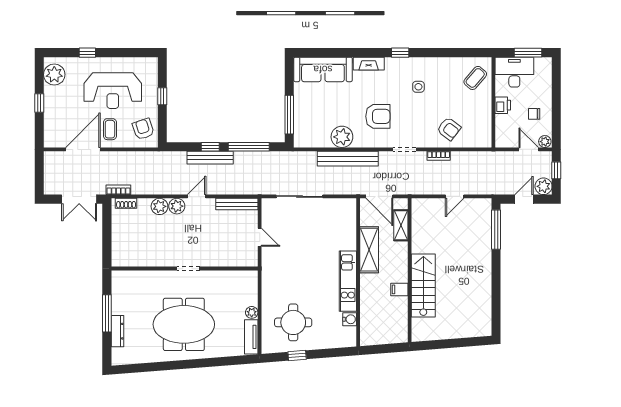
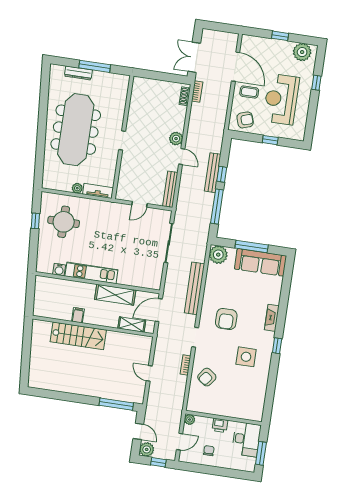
sofa: (323, 69) -> (260, 262), moved, turned -90
coffee table: (475, 78) -> (246, 406), removed
side table: (418, 87) -> (246, 357), width x1.87, depth x1.87
window: (289, 115) -> (252, 247), moved
plant: (342, 137) -> (218, 255), moved
plant: (545, 142) -> (190, 420), moved
plant: (159, 206) -> (178, 124), removed
meeting table: (184, 324) -> (76, 130), width x1.36
tv unit: (251, 337) -> (98, 191), moved

